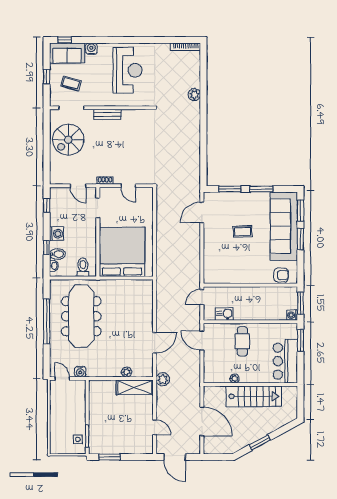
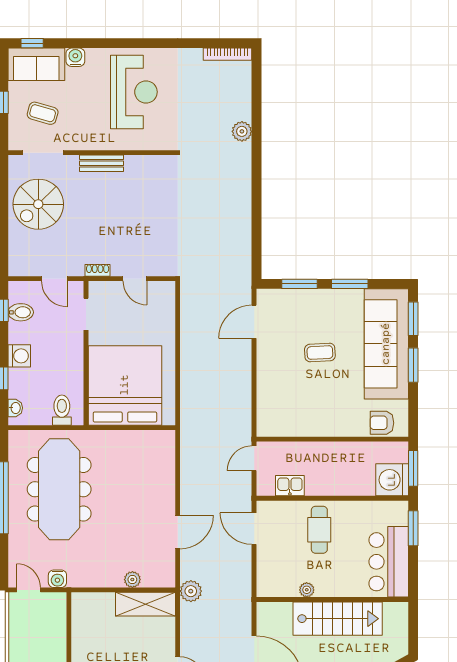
bidet: (57, 254) -> (21, 312), moved
armchair: (281, 275) -> (382, 423), turned 180
washing machine: (292, 315) -> (392, 480), width x1.89, depth x1.89

